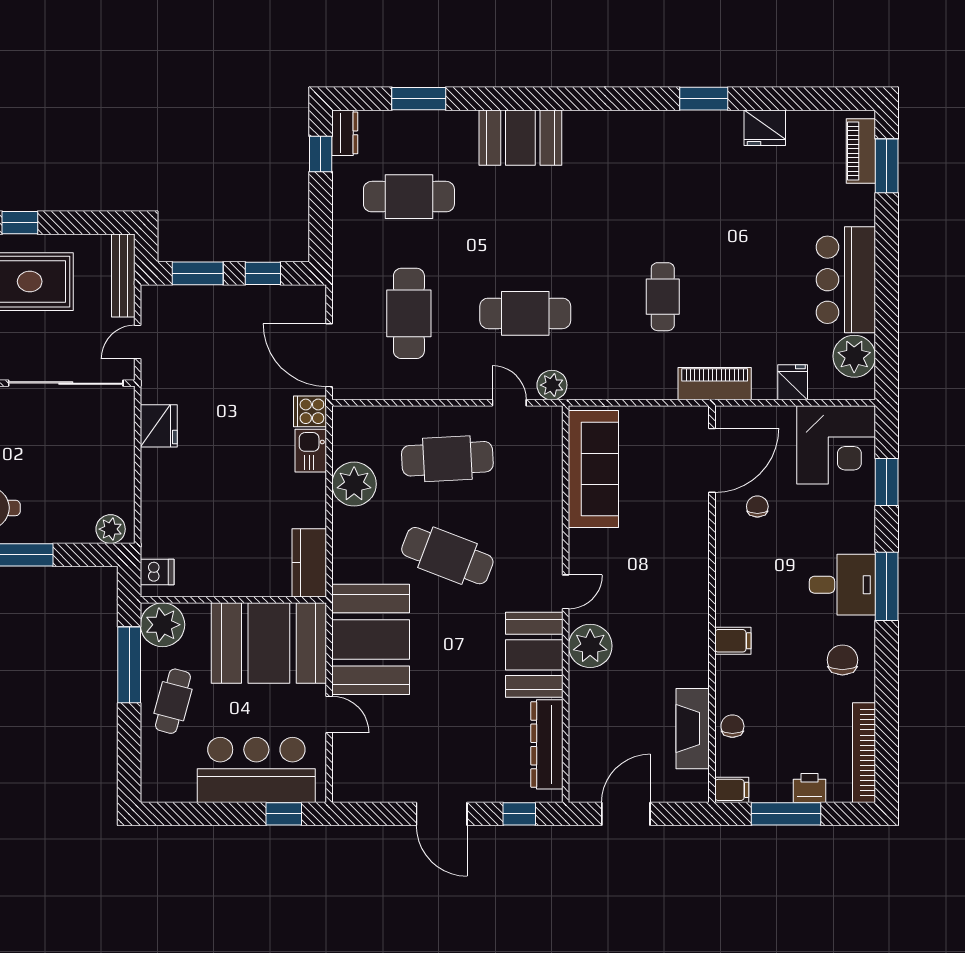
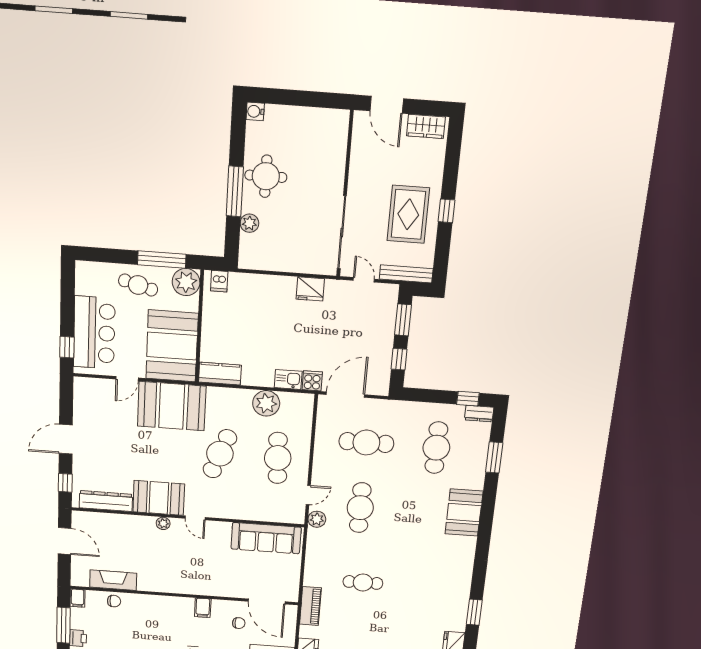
plant: (111, 529) -> (249, 223), moved
filing cabinet: (733, 641) -> (203, 608), moved
plant: (590, 646) -> (163, 523), width x0.53, depth x0.53

